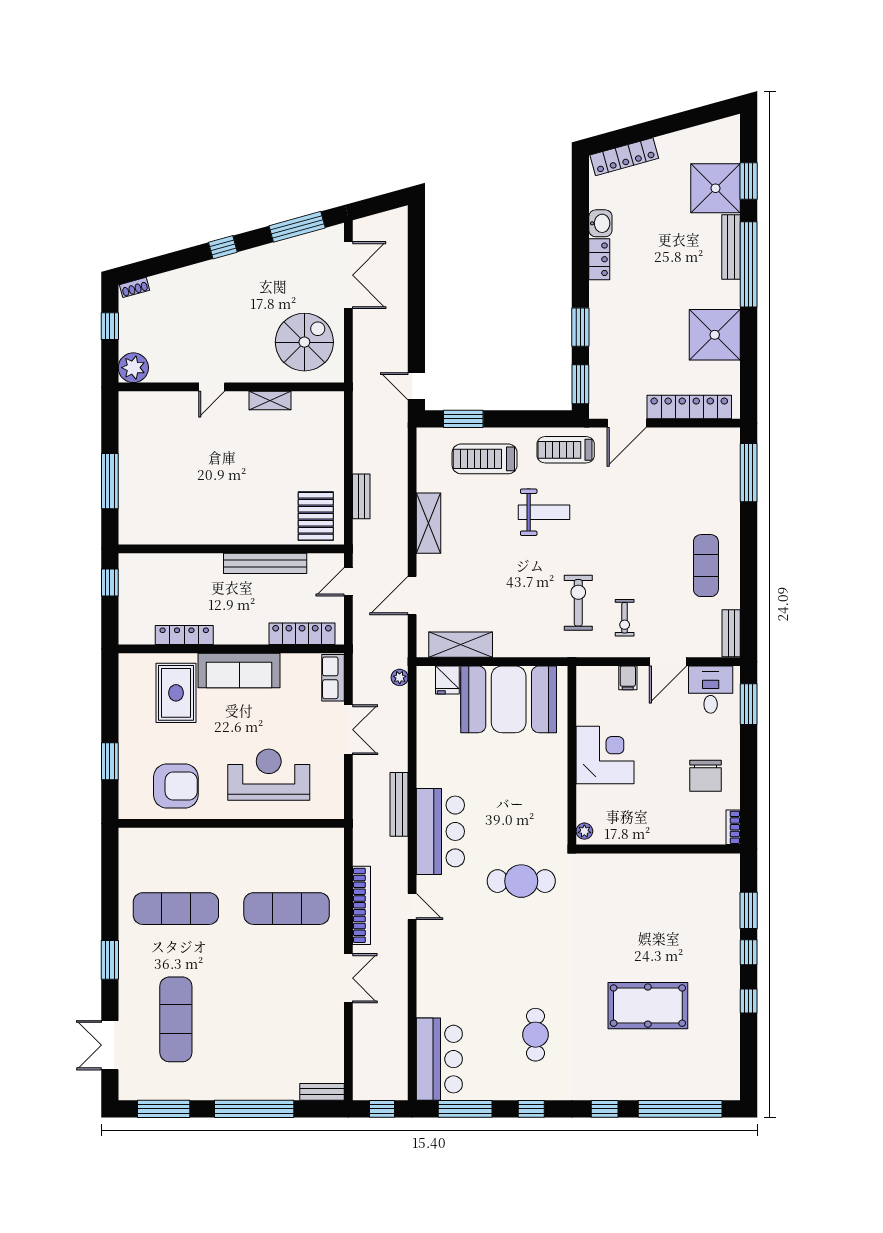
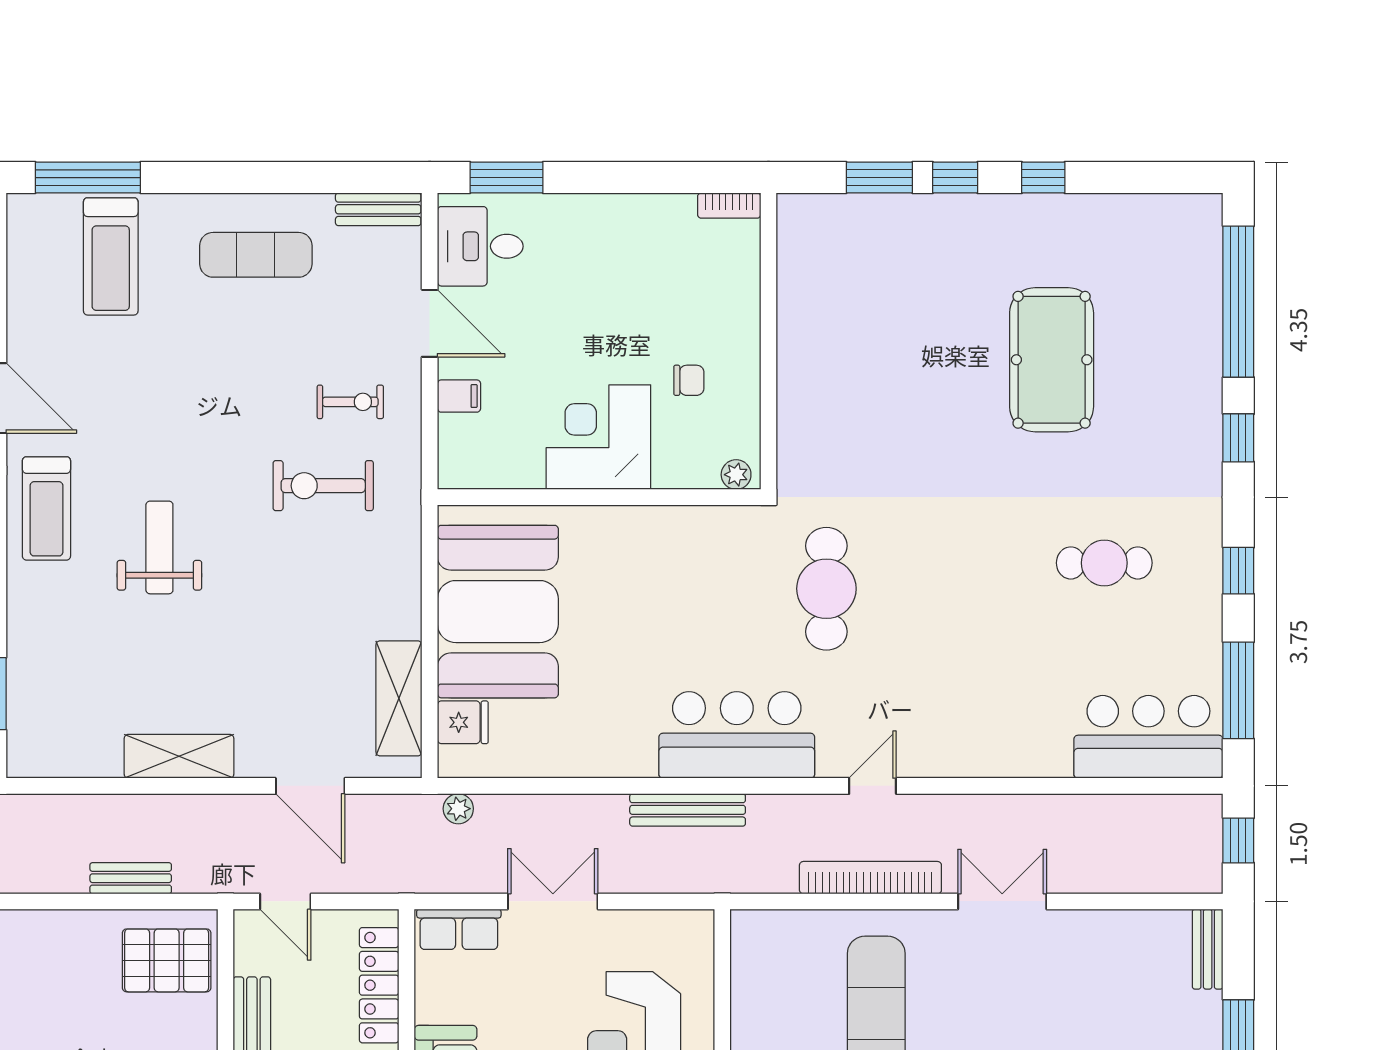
treadmill: (485, 459) -> (111, 256), moved
chair: (705, 776) -> (689, 380), moved, width x0.54, depth x0.54

